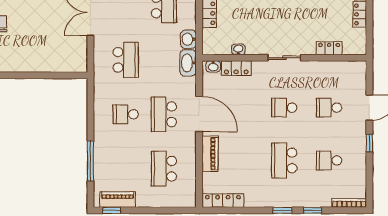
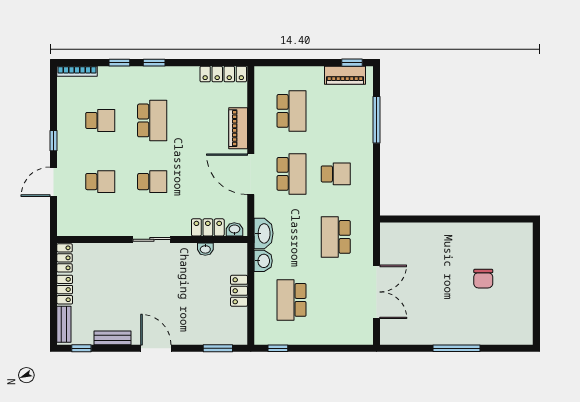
locker: (329, 48) -> (65, 258), moved, turned -90

